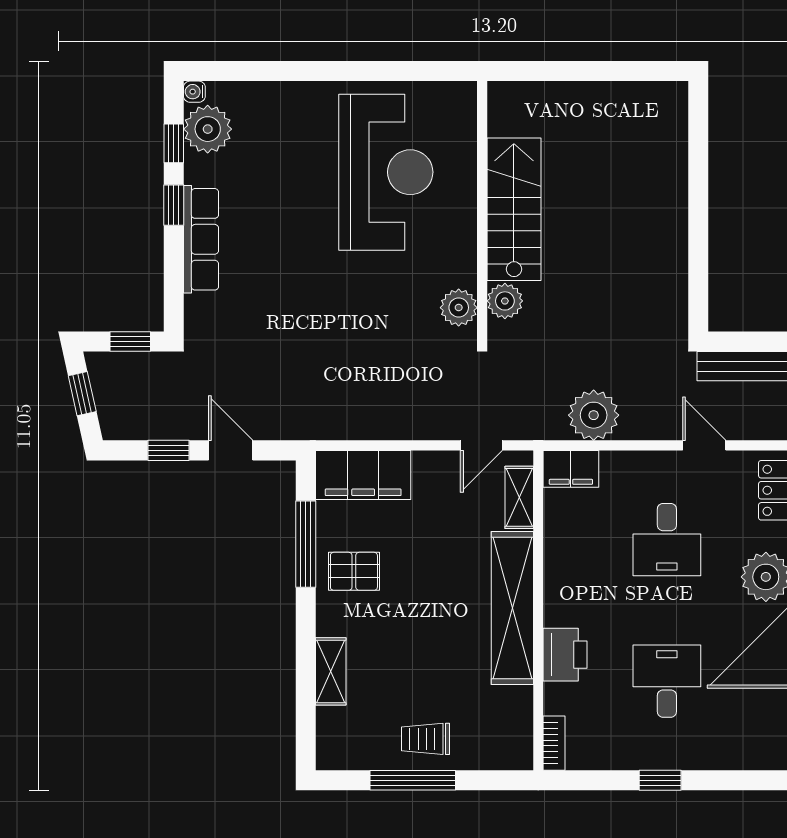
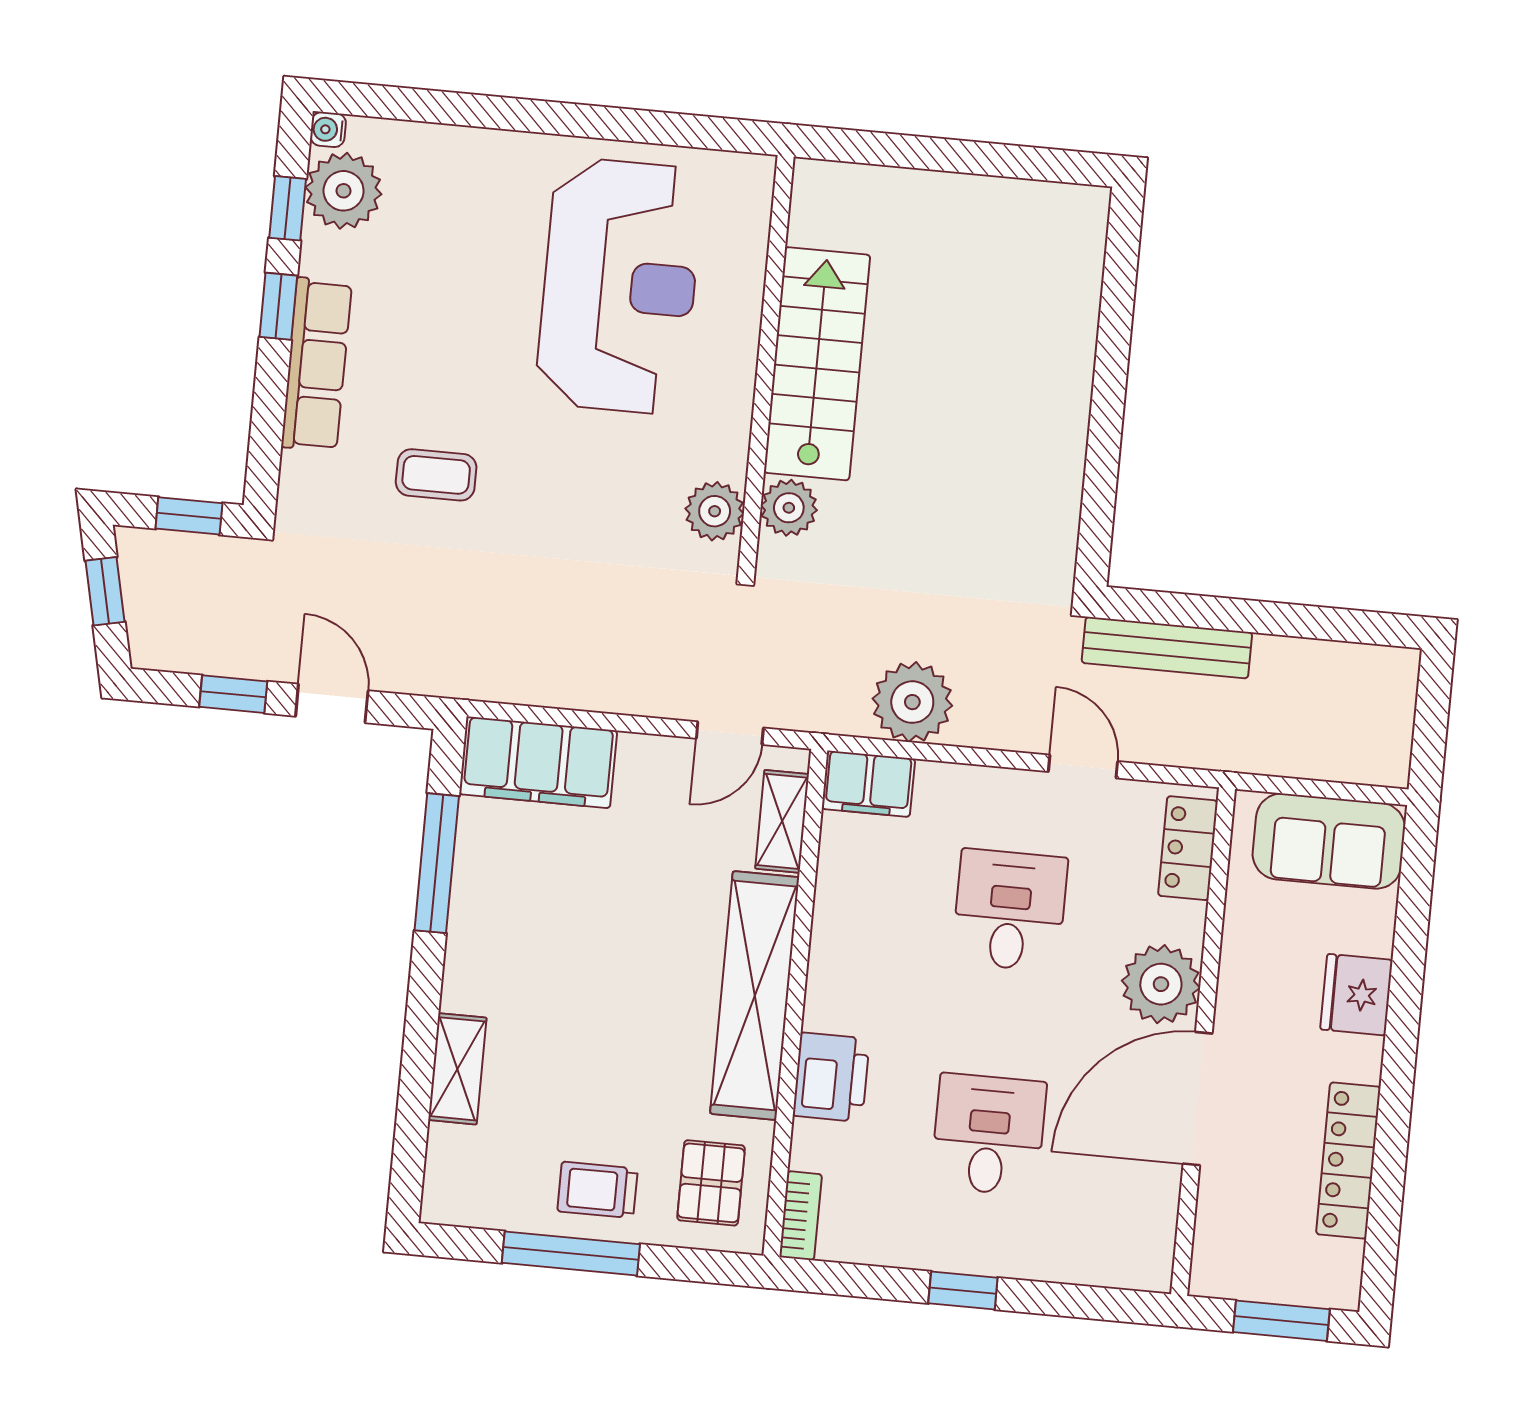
coffee table: (282, 301) -> (436, 475), added
desk: (667, 540) -> (1010, 910), turned 180
pallet: (354, 571) -> (711, 1183), moved, turned 90

